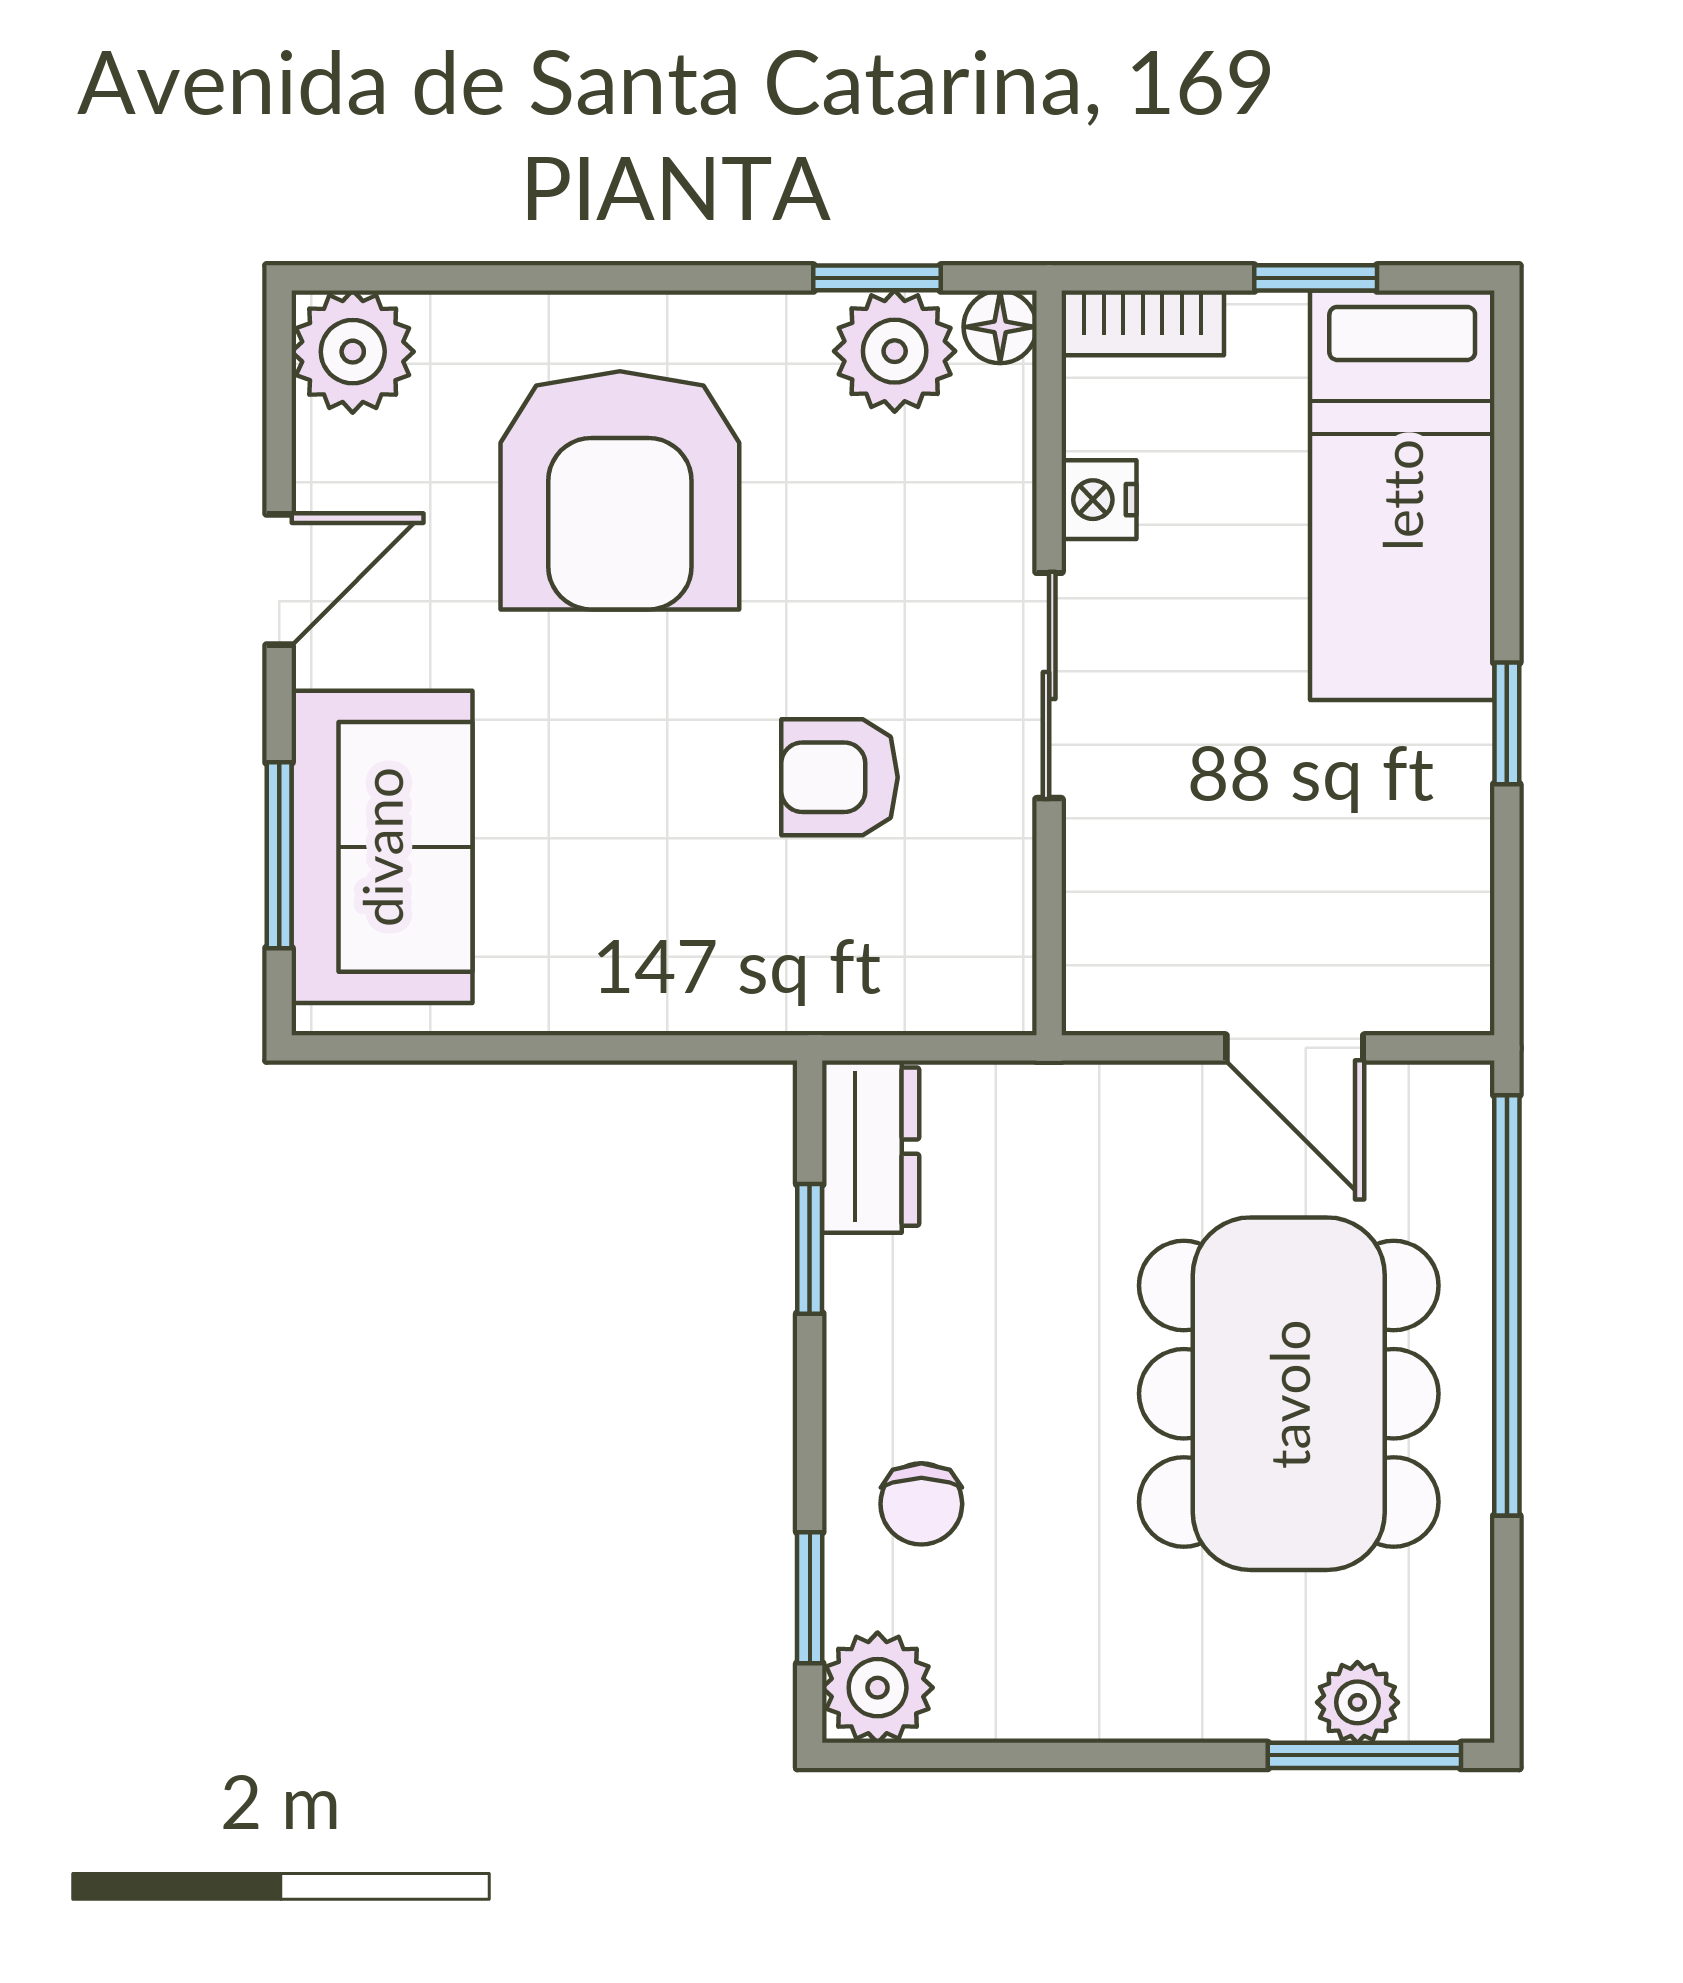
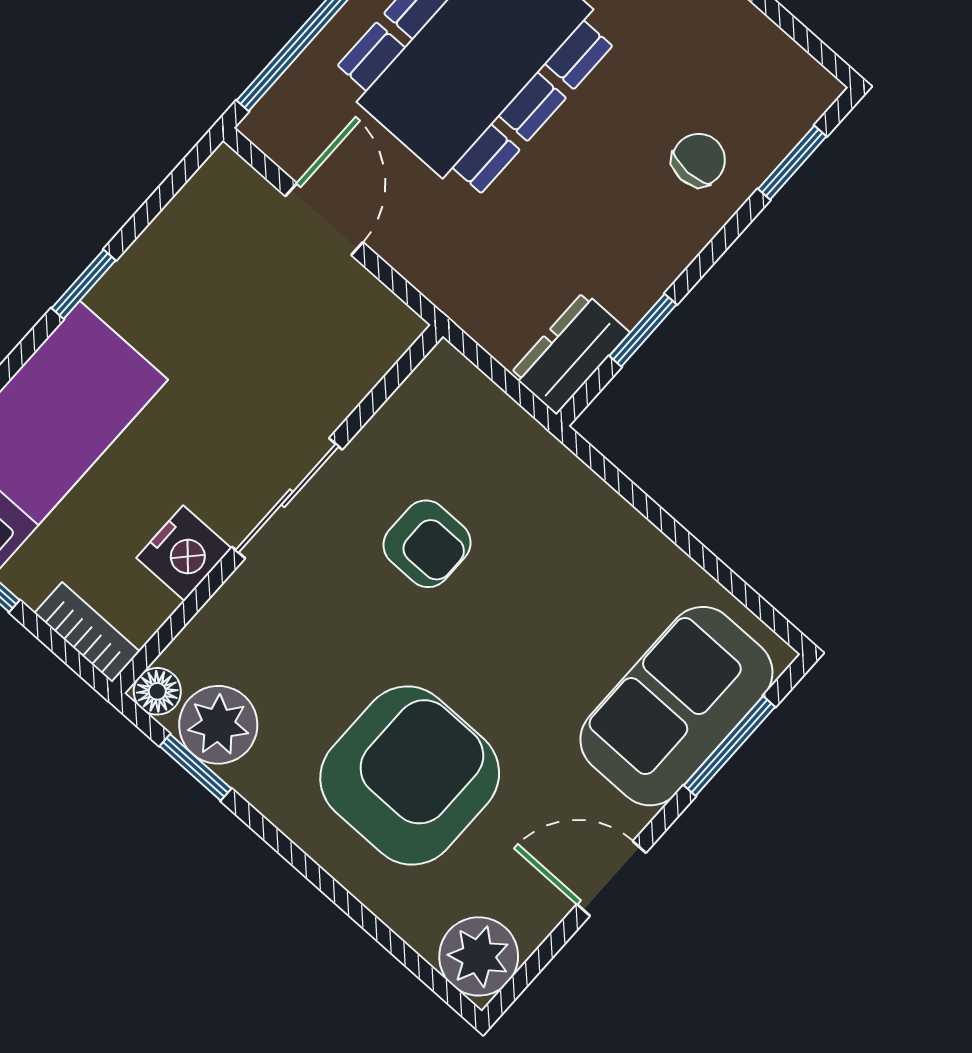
nightstand: (1099, 500) -> (184, 553), width x1.39, depth x1.35
plant: (878, 1688) -> (798, 90), removed

